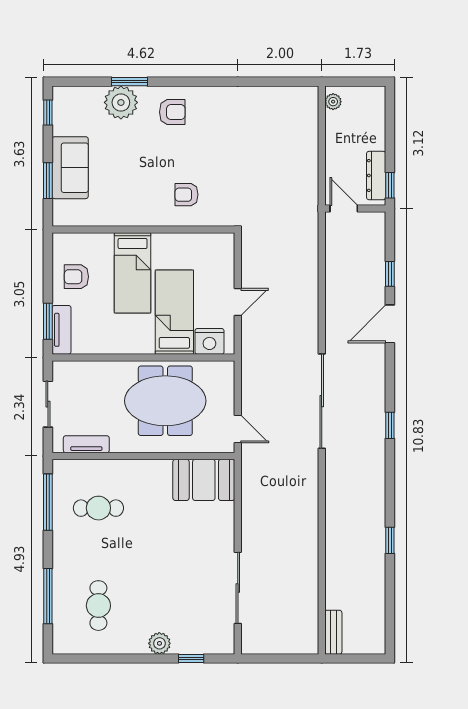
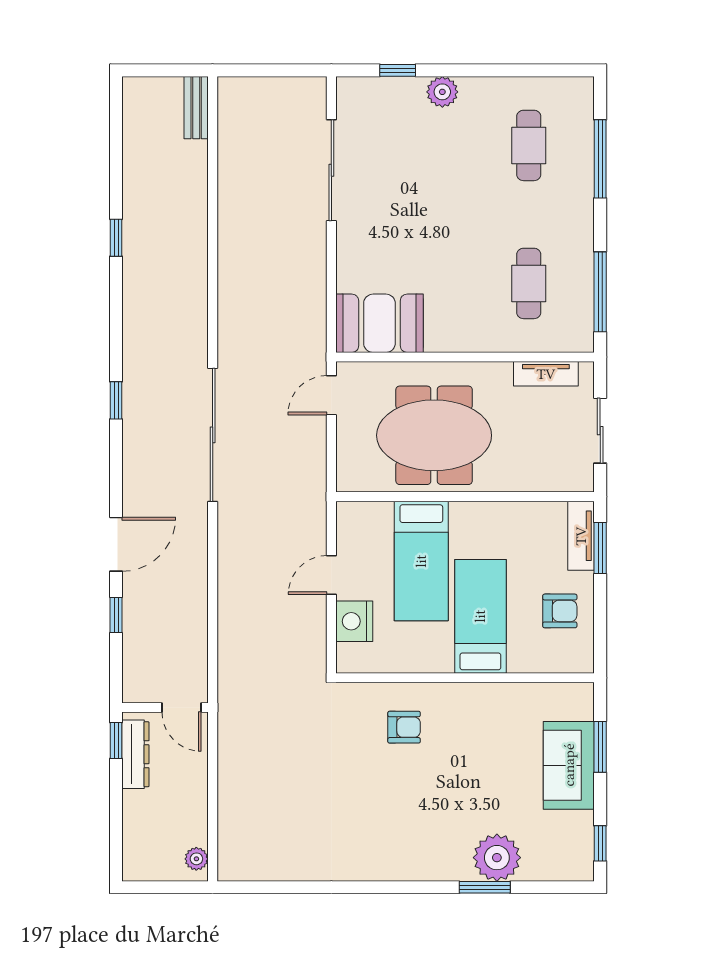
armchair: (172, 112) -> (424, 844), removed
nightstand: (209, 341) -> (354, 621), moved, turned -90
door: (238, 429) -> (331, 395), hinge flipped
cafe table: (98, 508) -> (529, 283), turned 90

